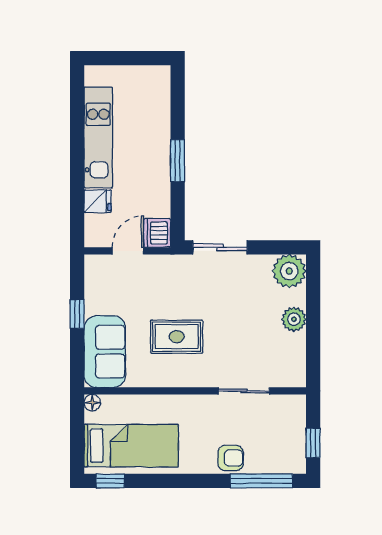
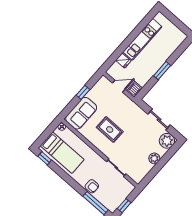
sliding door: (220, 247) -> (159, 120), moved

